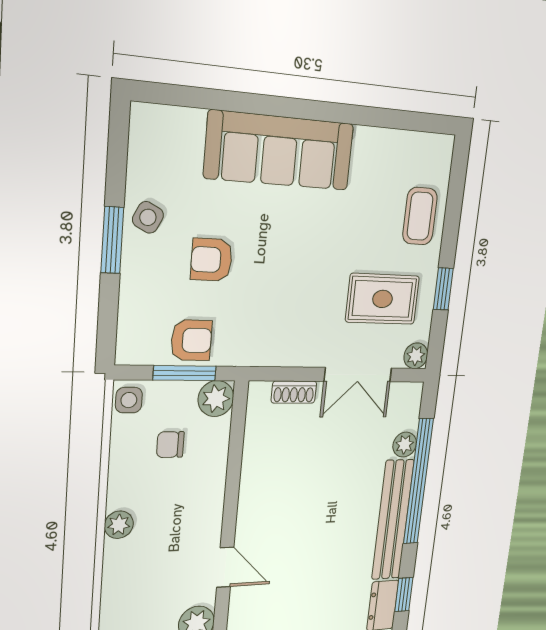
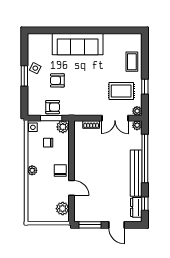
plant: (405, 445) -> (137, 125), moved
chair: (199, 522) -> (60, 171), added

